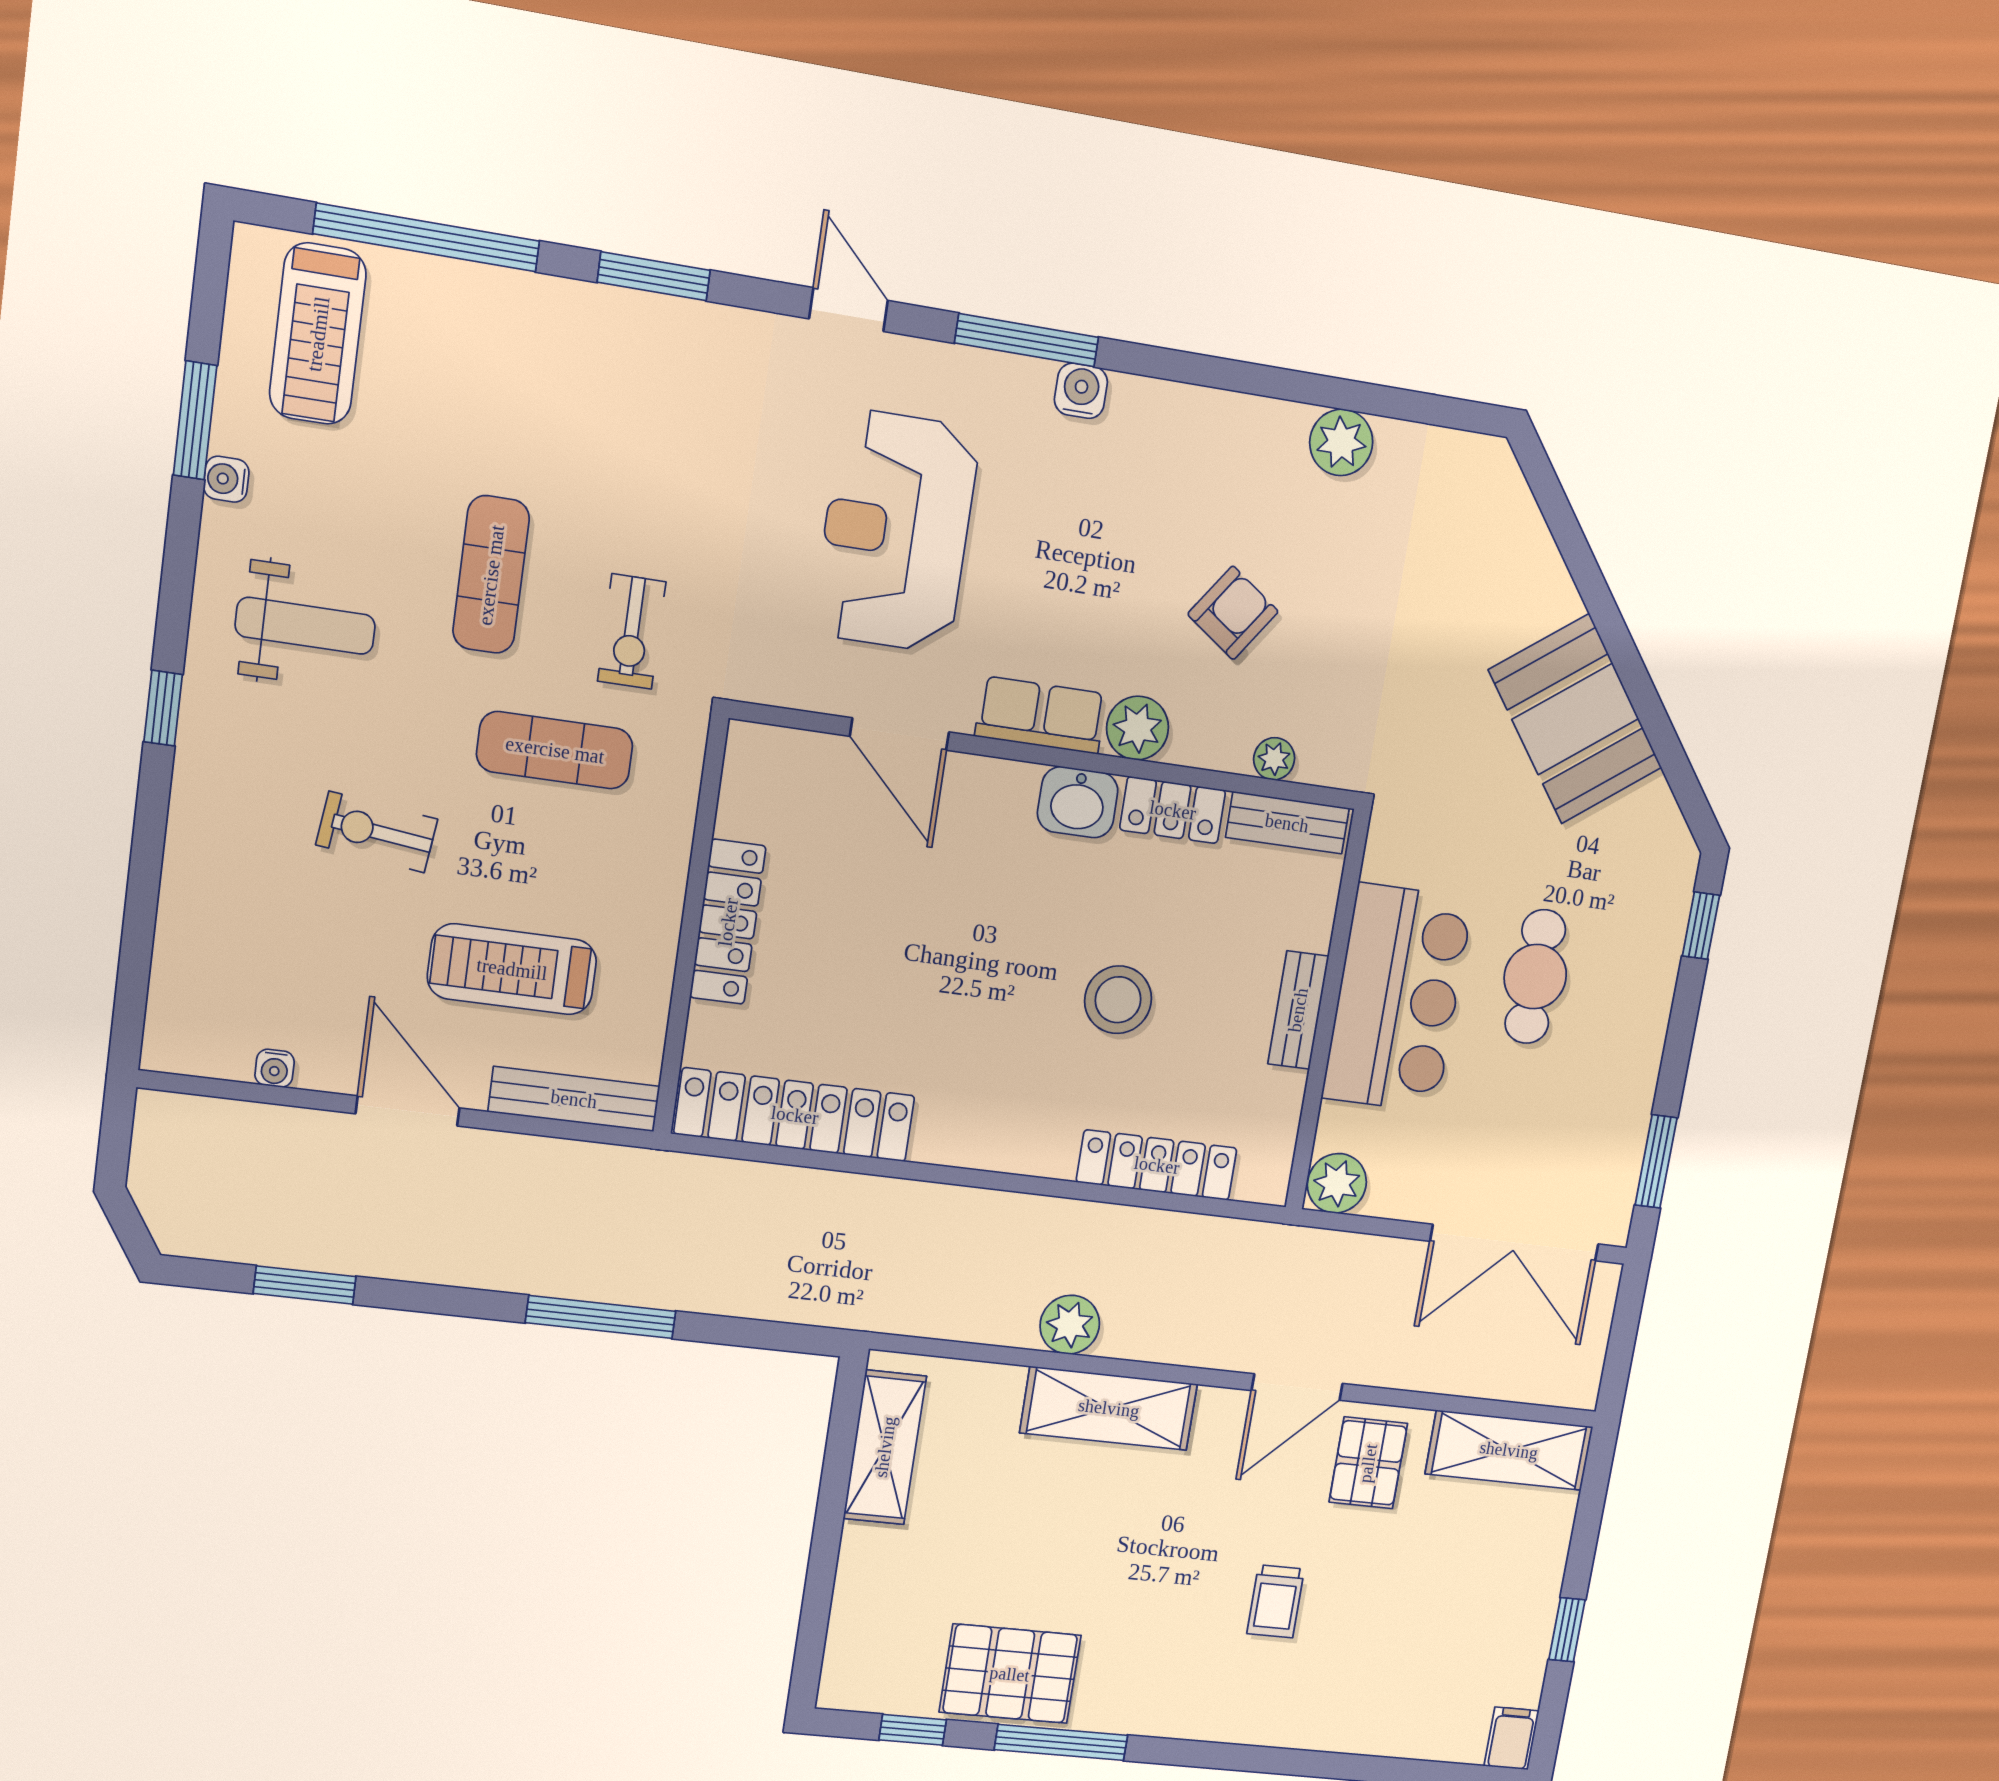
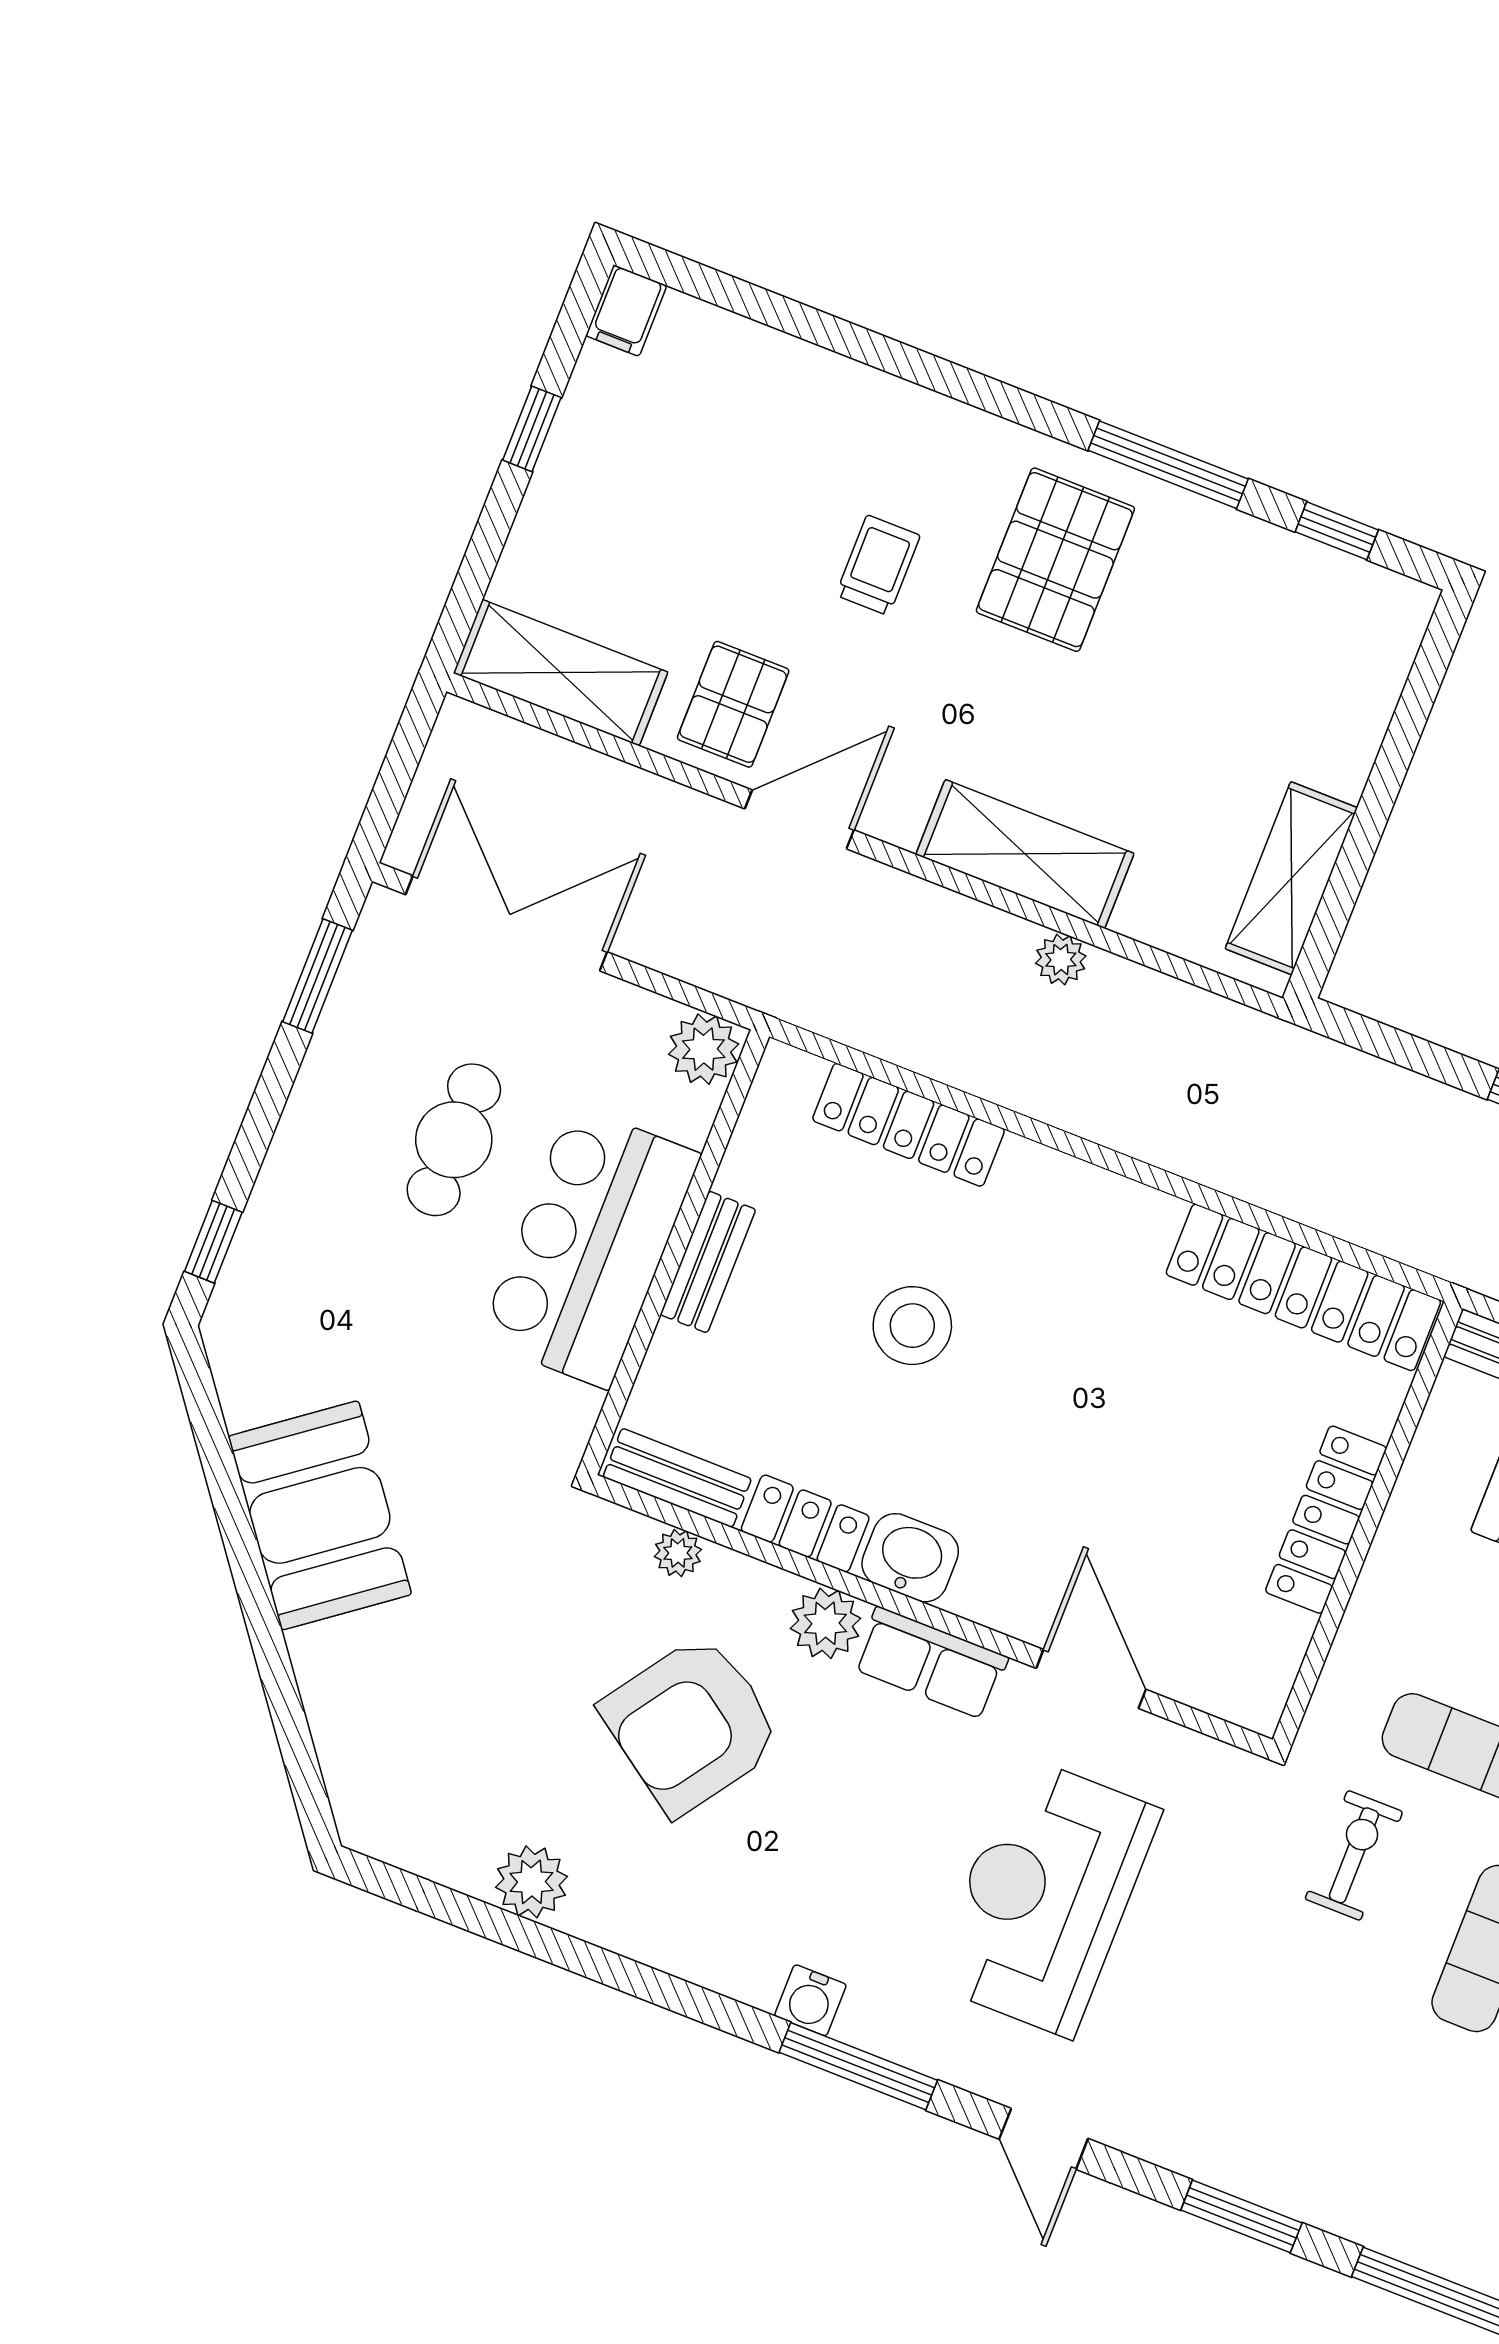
reception desk: (896, 531) -> (1045, 1897), turned 180
armchair: (1233, 613) -> (691, 1725), width x1.88, depth x1.88
cafe table: (1535, 977) -> (454, 1140), moved
plant: (1070, 1325) -> (1061, 960), width x0.73, depth x0.73
pallet: (1010, 1674) -> (1055, 560), moved, turned 90

